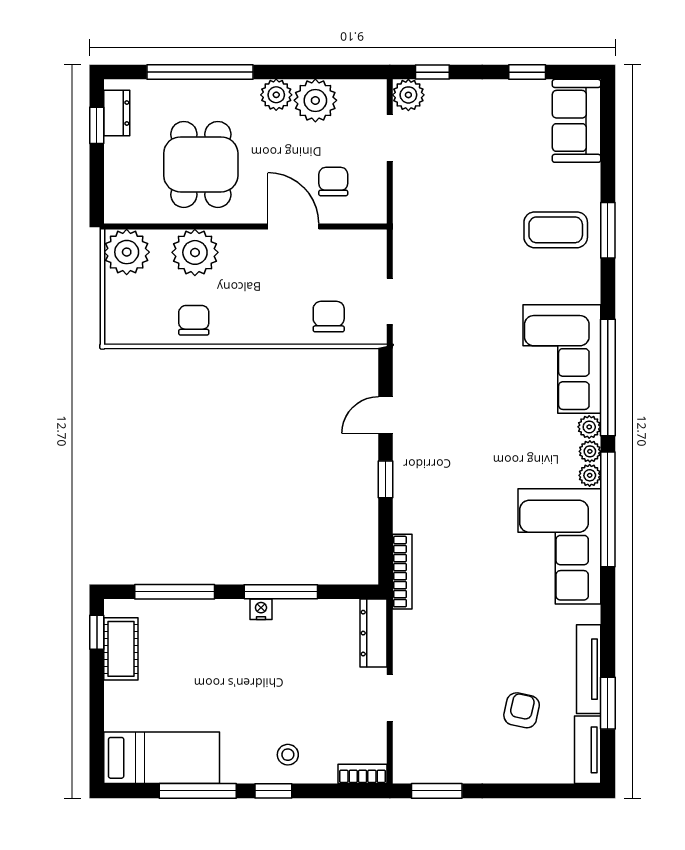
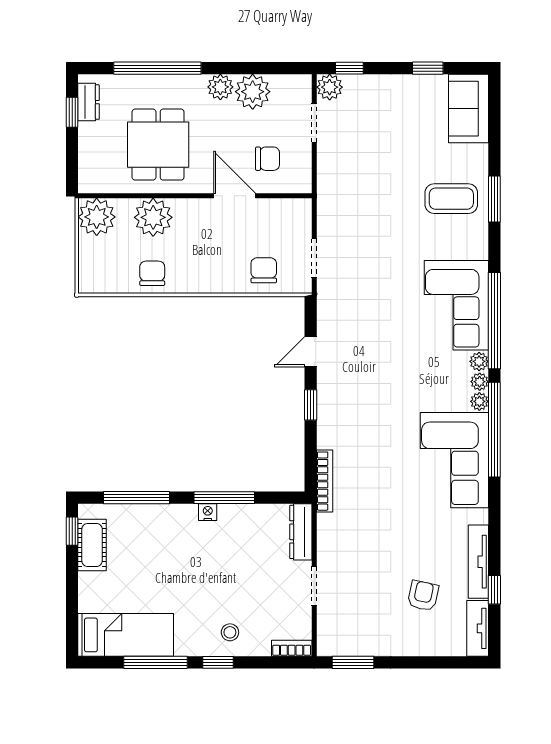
chair: (333, 182) -> (267, 159), turned 90
window: (608, 703) -> (494, 590), width x0.67

